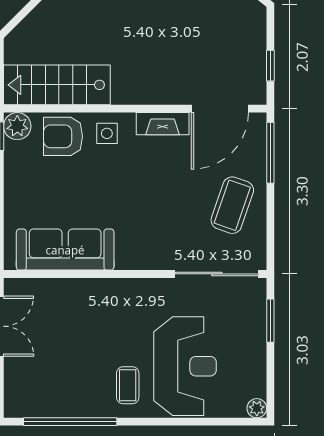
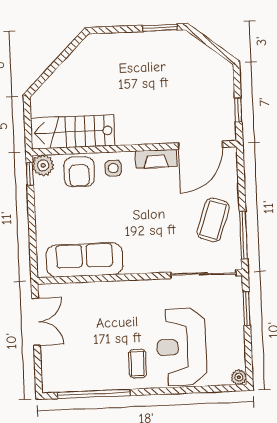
armchair: (63, 136) -> (79, 172), turned -90
window: (270, 153) -> (243, 235), moved
reception desk: (185, 366) -> (182, 347), turned 180

